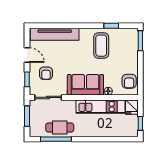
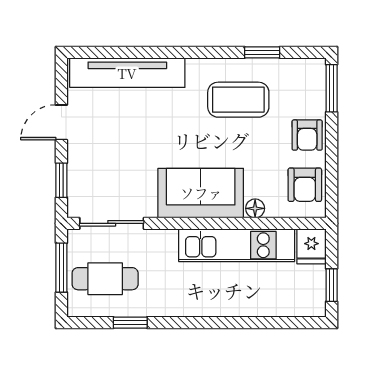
coffee table: (101, 46) -> (238, 100), turned 90
door: (27, 55) -> (61, 122), swing flipped
armchair: (46, 73) -> (307, 135), moved
cafe table: (60, 127) -> (105, 279), moved
window: (56, 139) -> (130, 323), width x0.46

